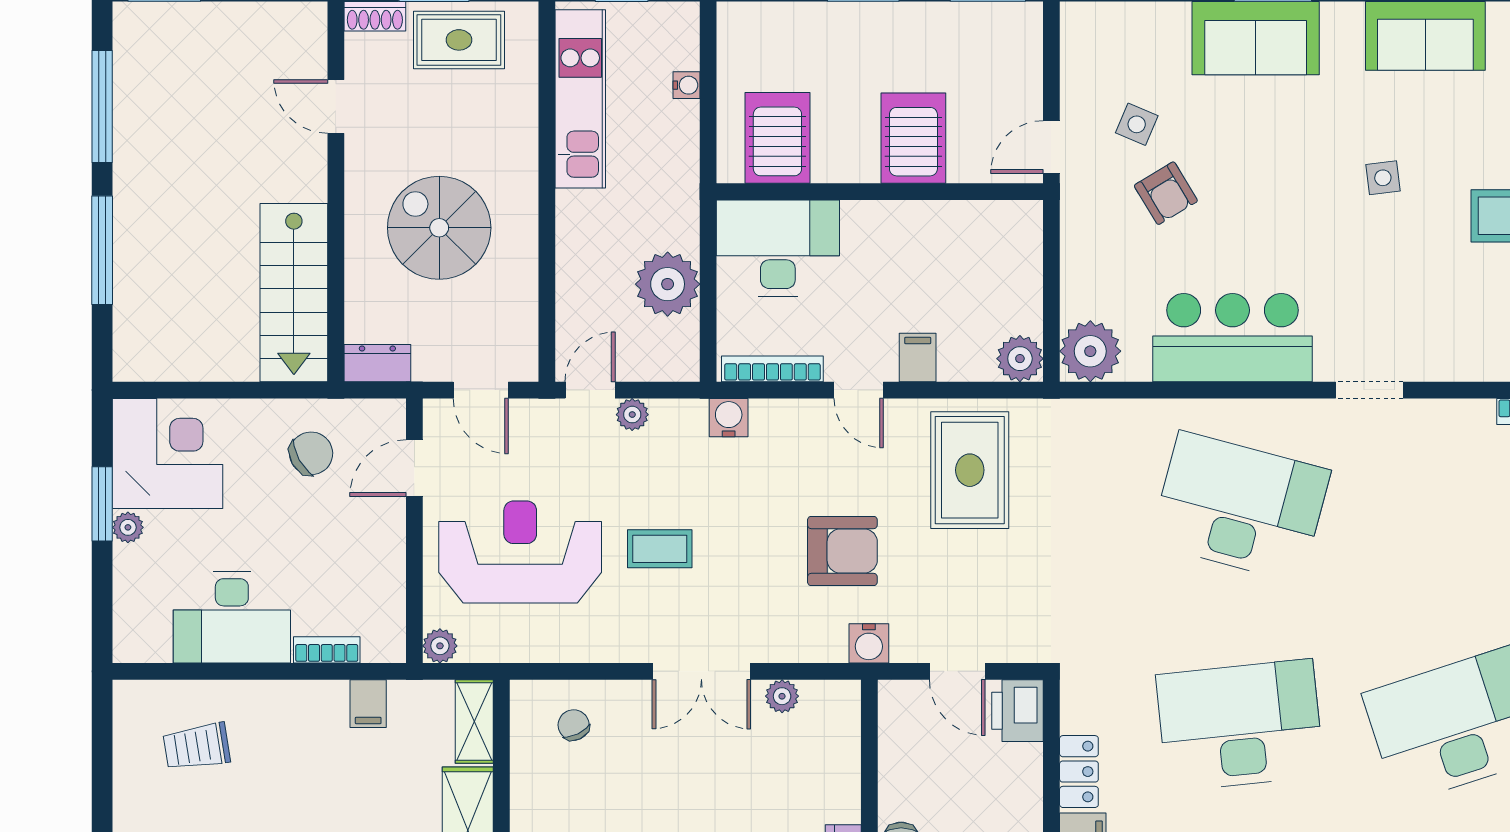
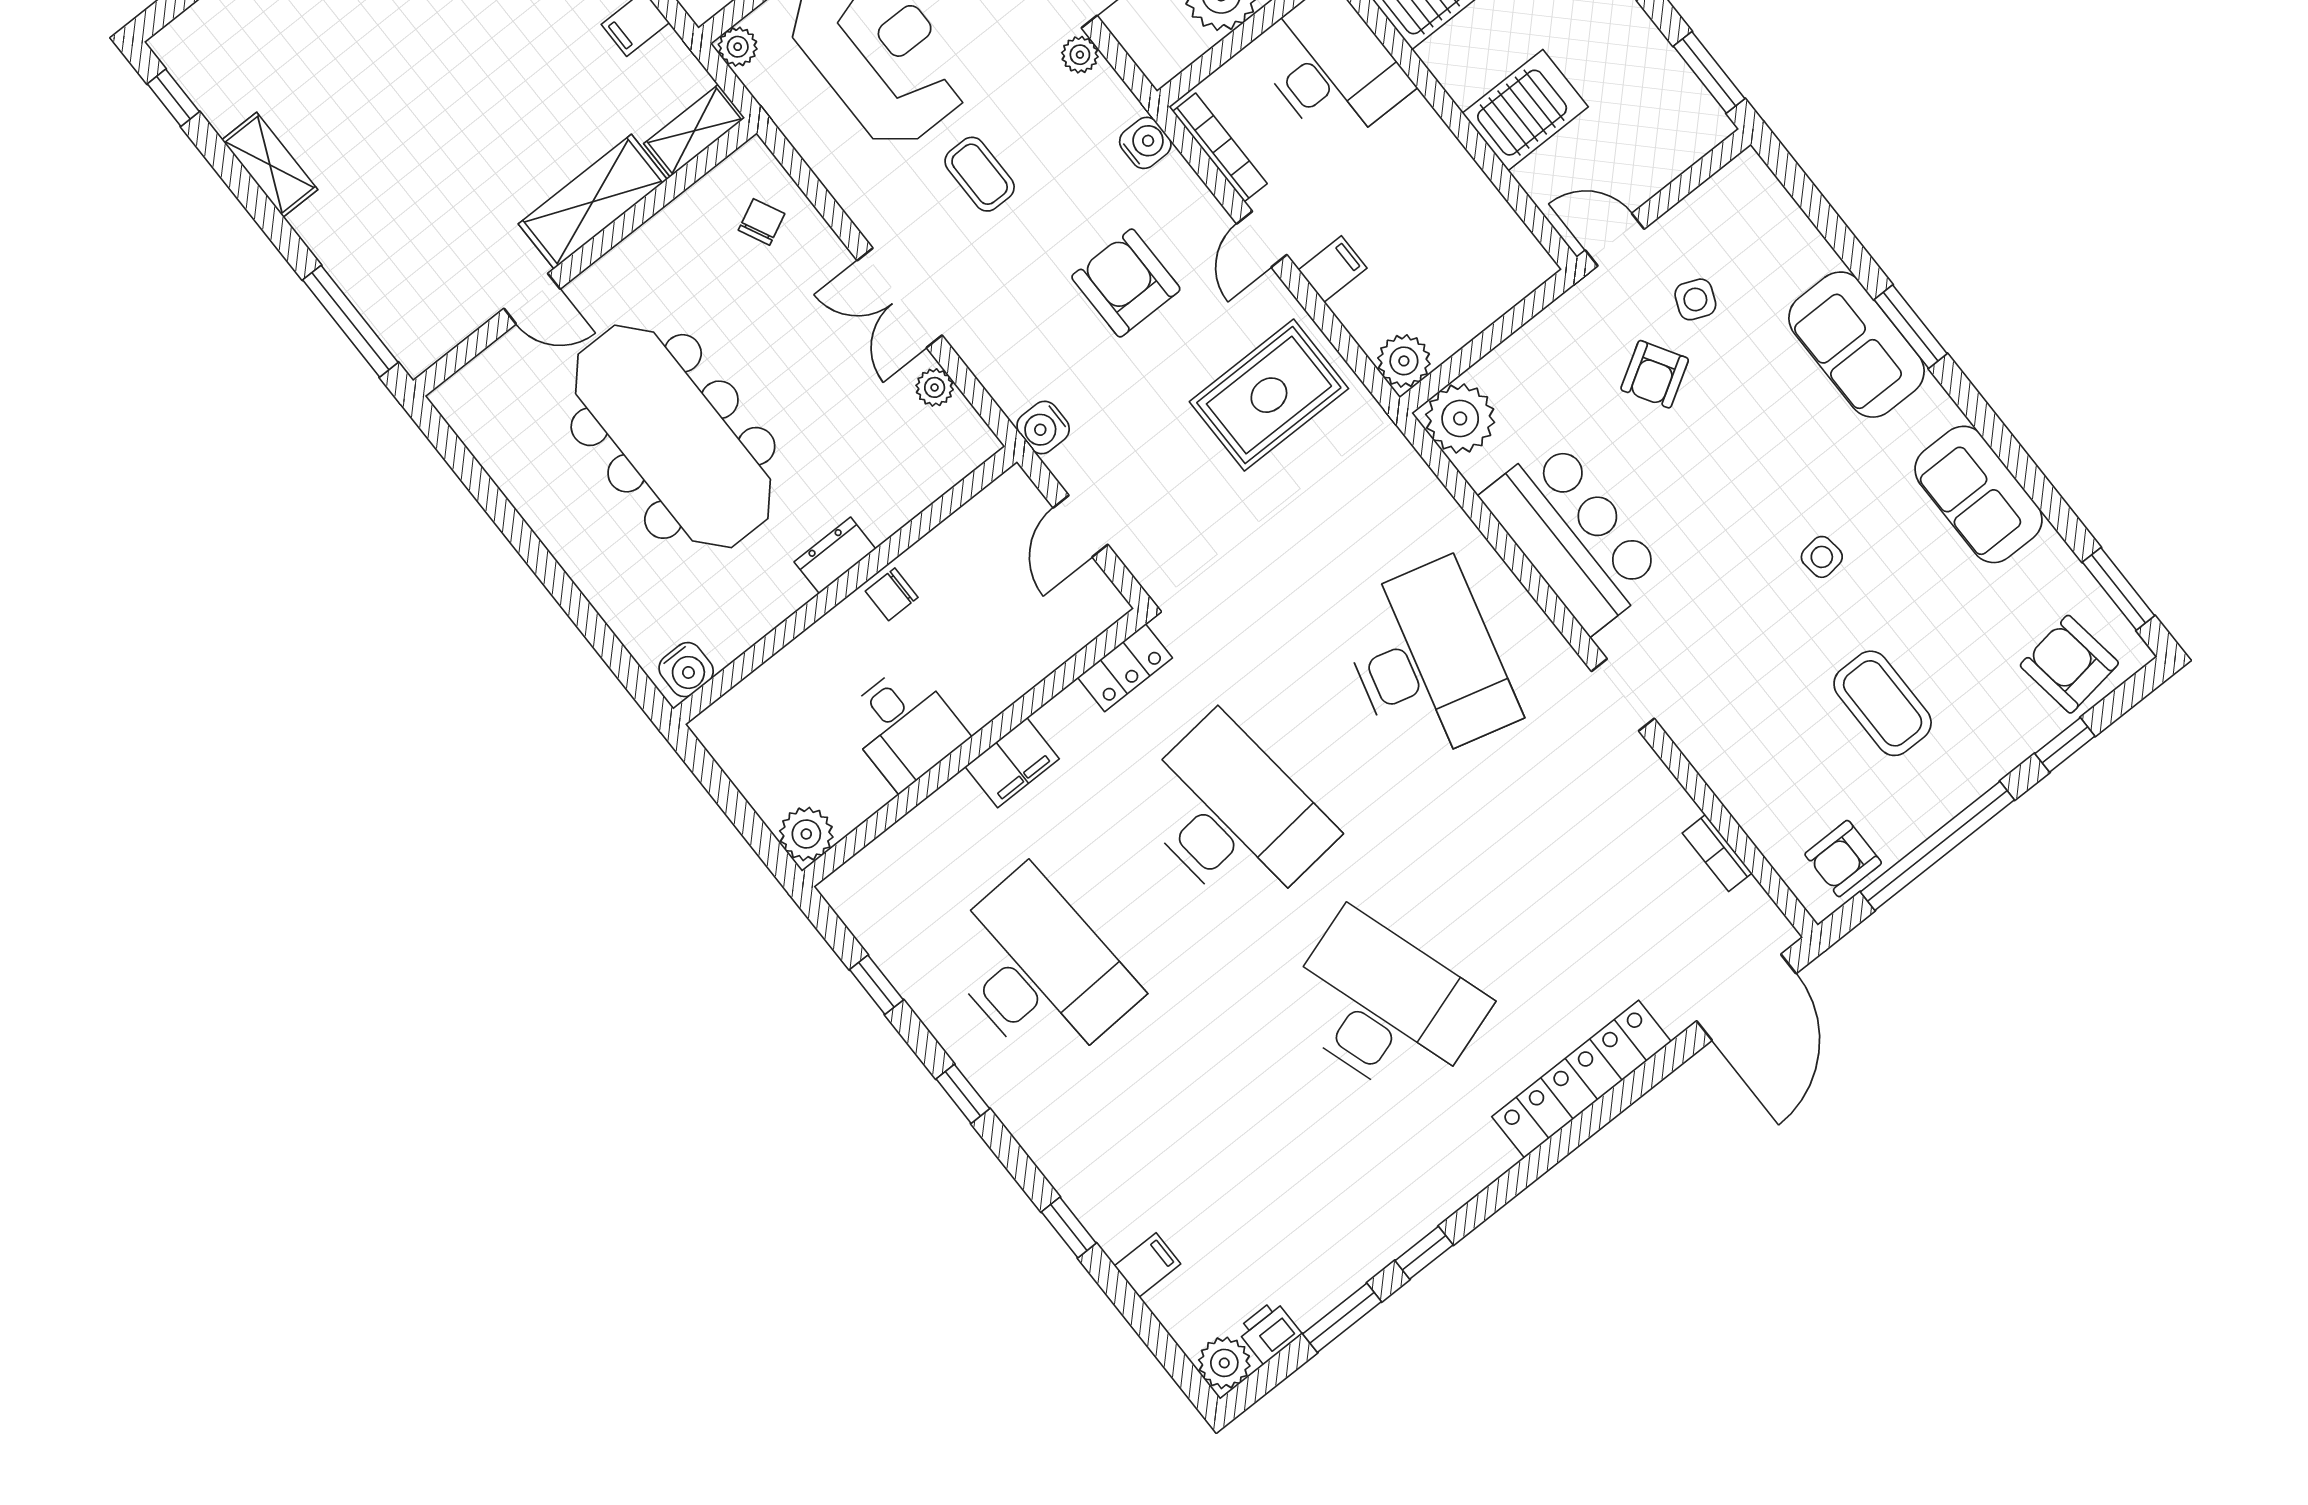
armchair: (842, 551) -> (1126, 283), moved, turned 180
printer: (1017, 711) -> (1088, 608), removed
locker: (1079, 772) -> (1125, 668), moved

